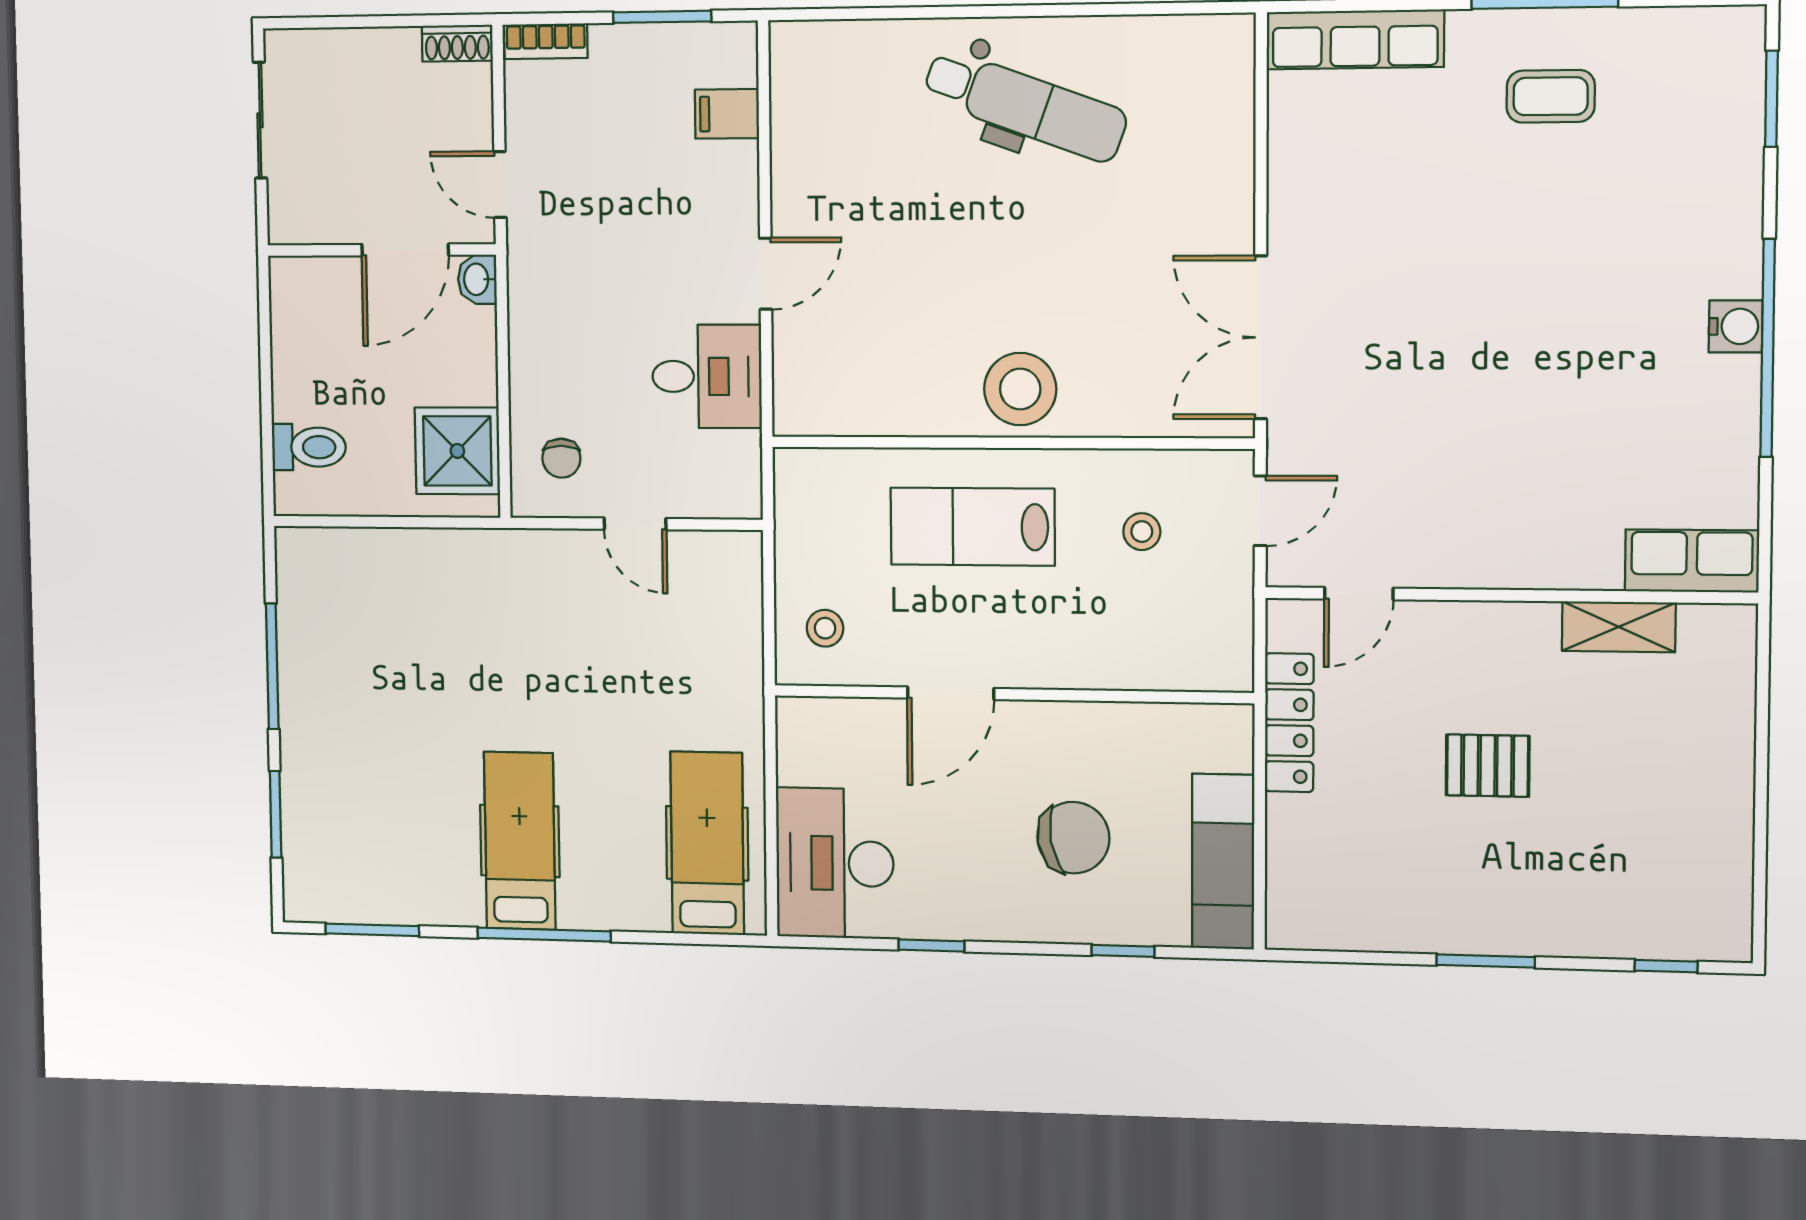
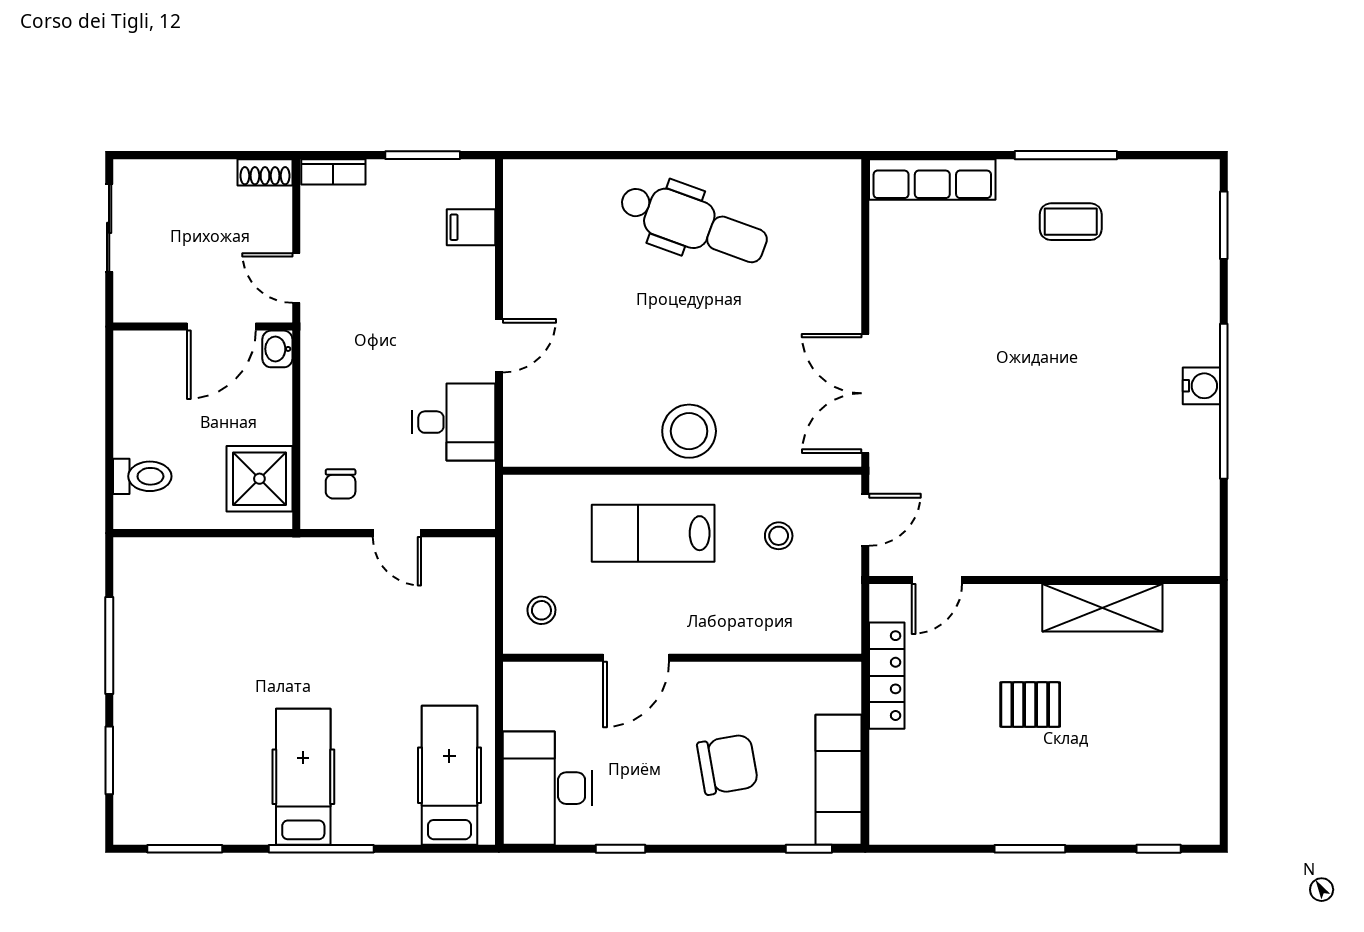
row of seats: (1692, 561) -> (1173, 554), removed
shelving: (1619, 627) -> (1102, 608), width x1.50, depth x1.33
window: (1123, 951) -> (809, 849), moved

